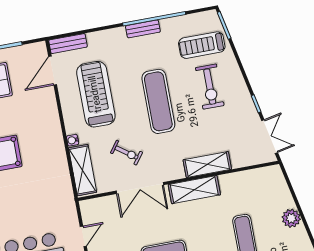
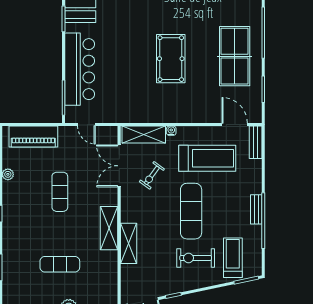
exercise mat: (158, 101) -> (191, 211), turned 90
double door: (140, 188) -> (119, 166), moved

